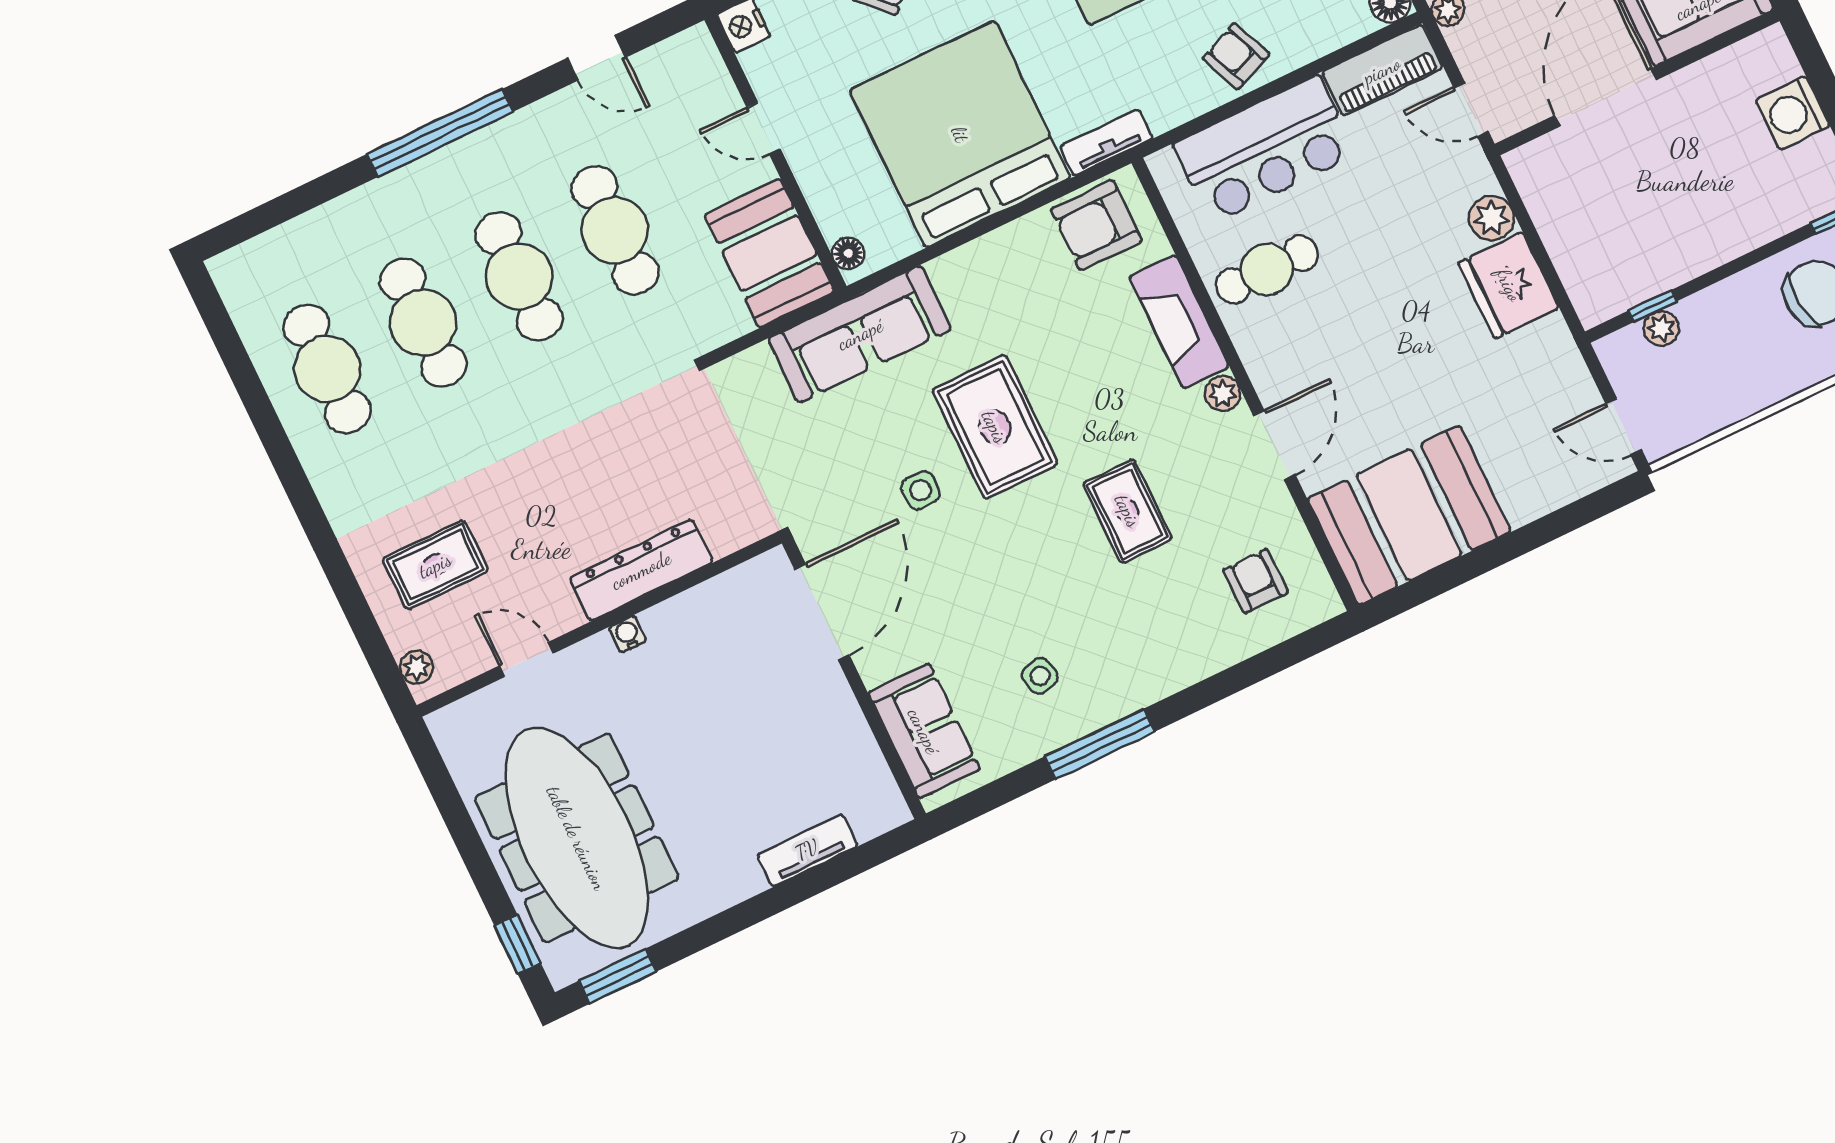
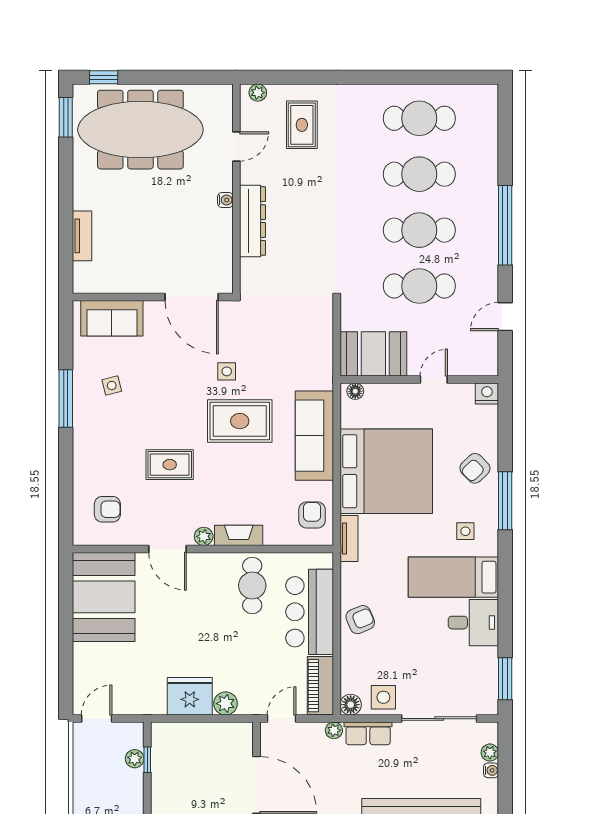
armchair: (1096, 225) -> (312, 515), width x0.72, depth x0.72
fireplace: (1179, 322) -> (239, 535), width x0.73, depth x0.76
sofa: (860, 334) -> (314, 436), moved

